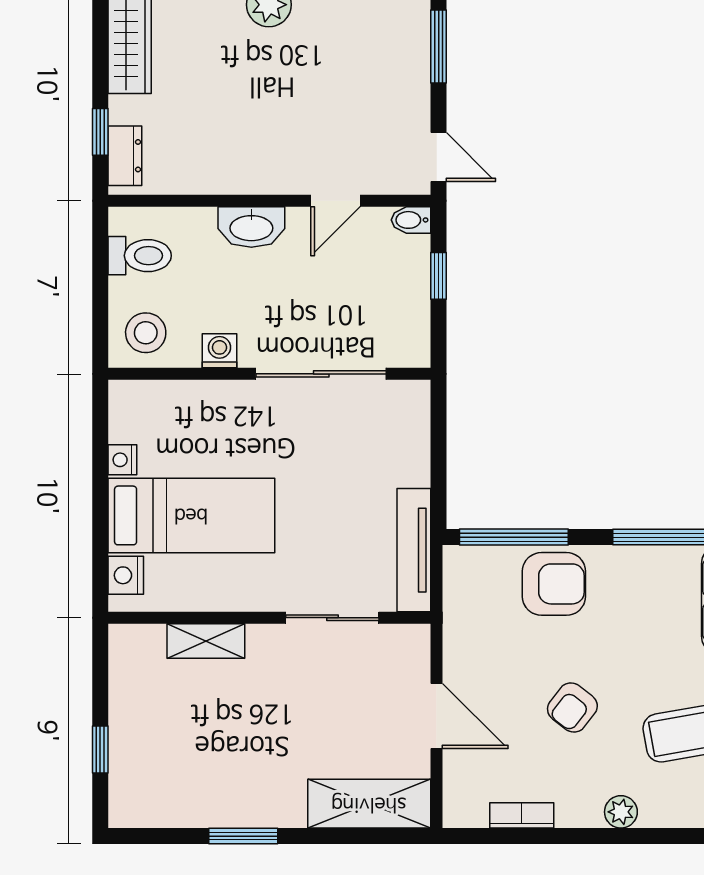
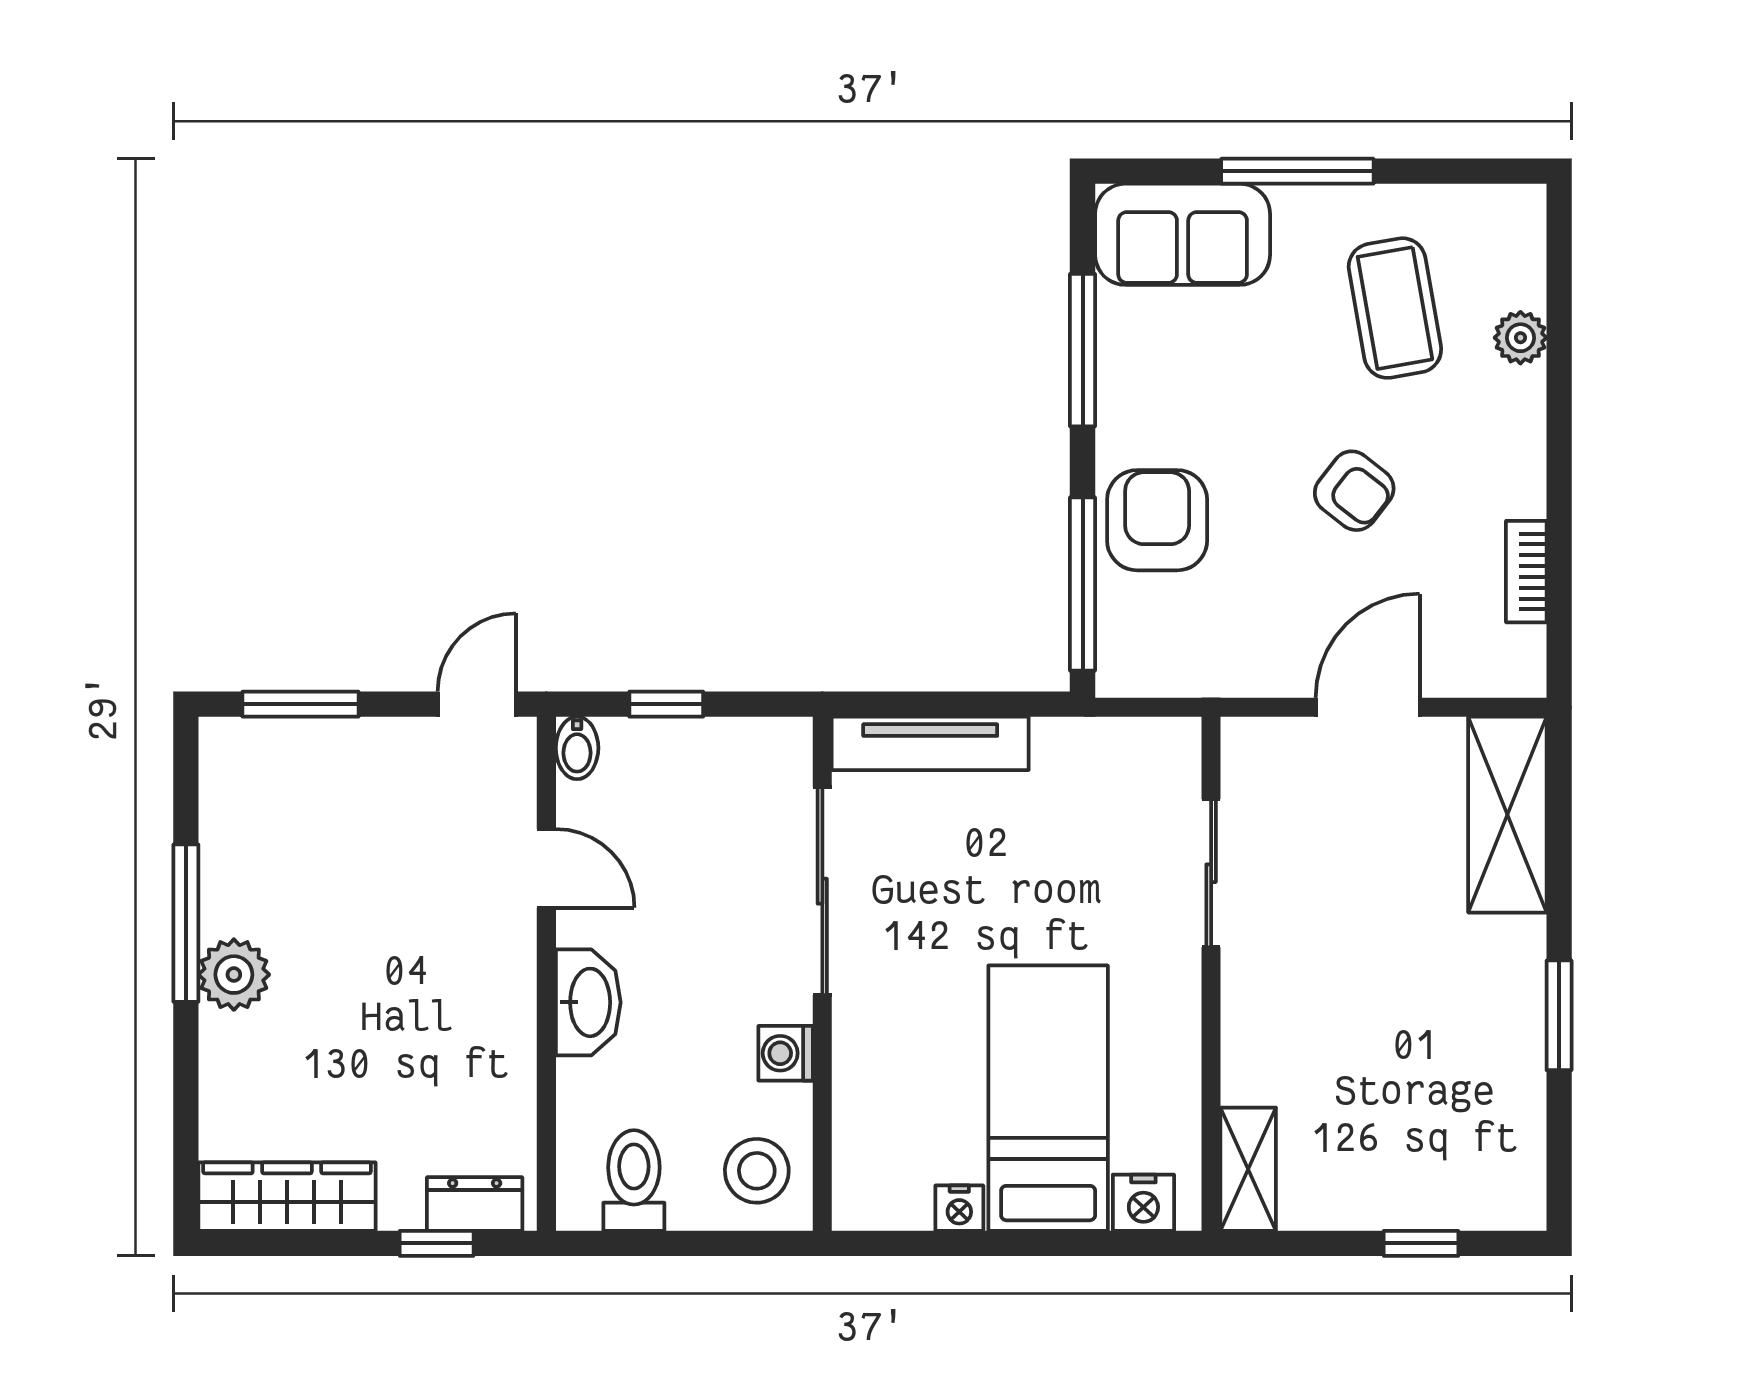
tv unit: (414, 550) -> (930, 743), moved
shelving: (206, 641) -> (1248, 1169), moved
plant: (621, 812) -> (1520, 338), moved

